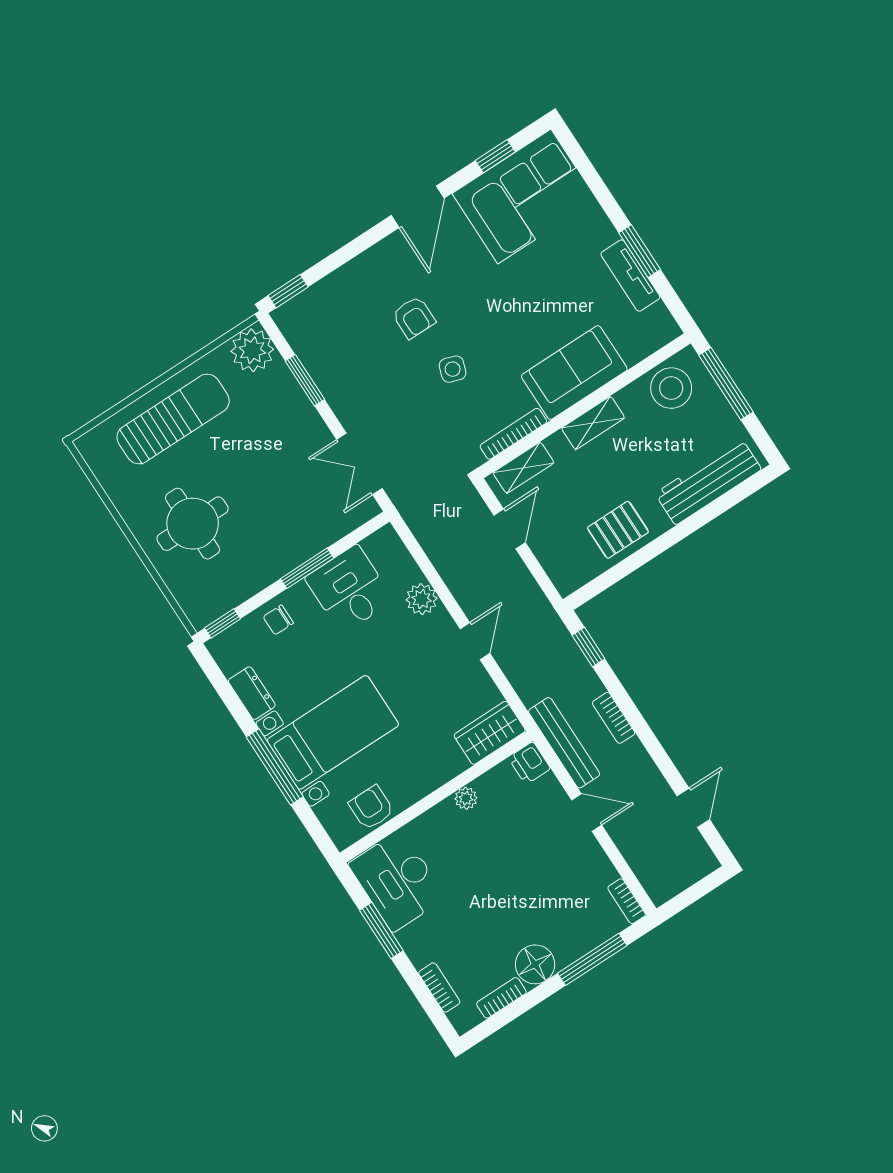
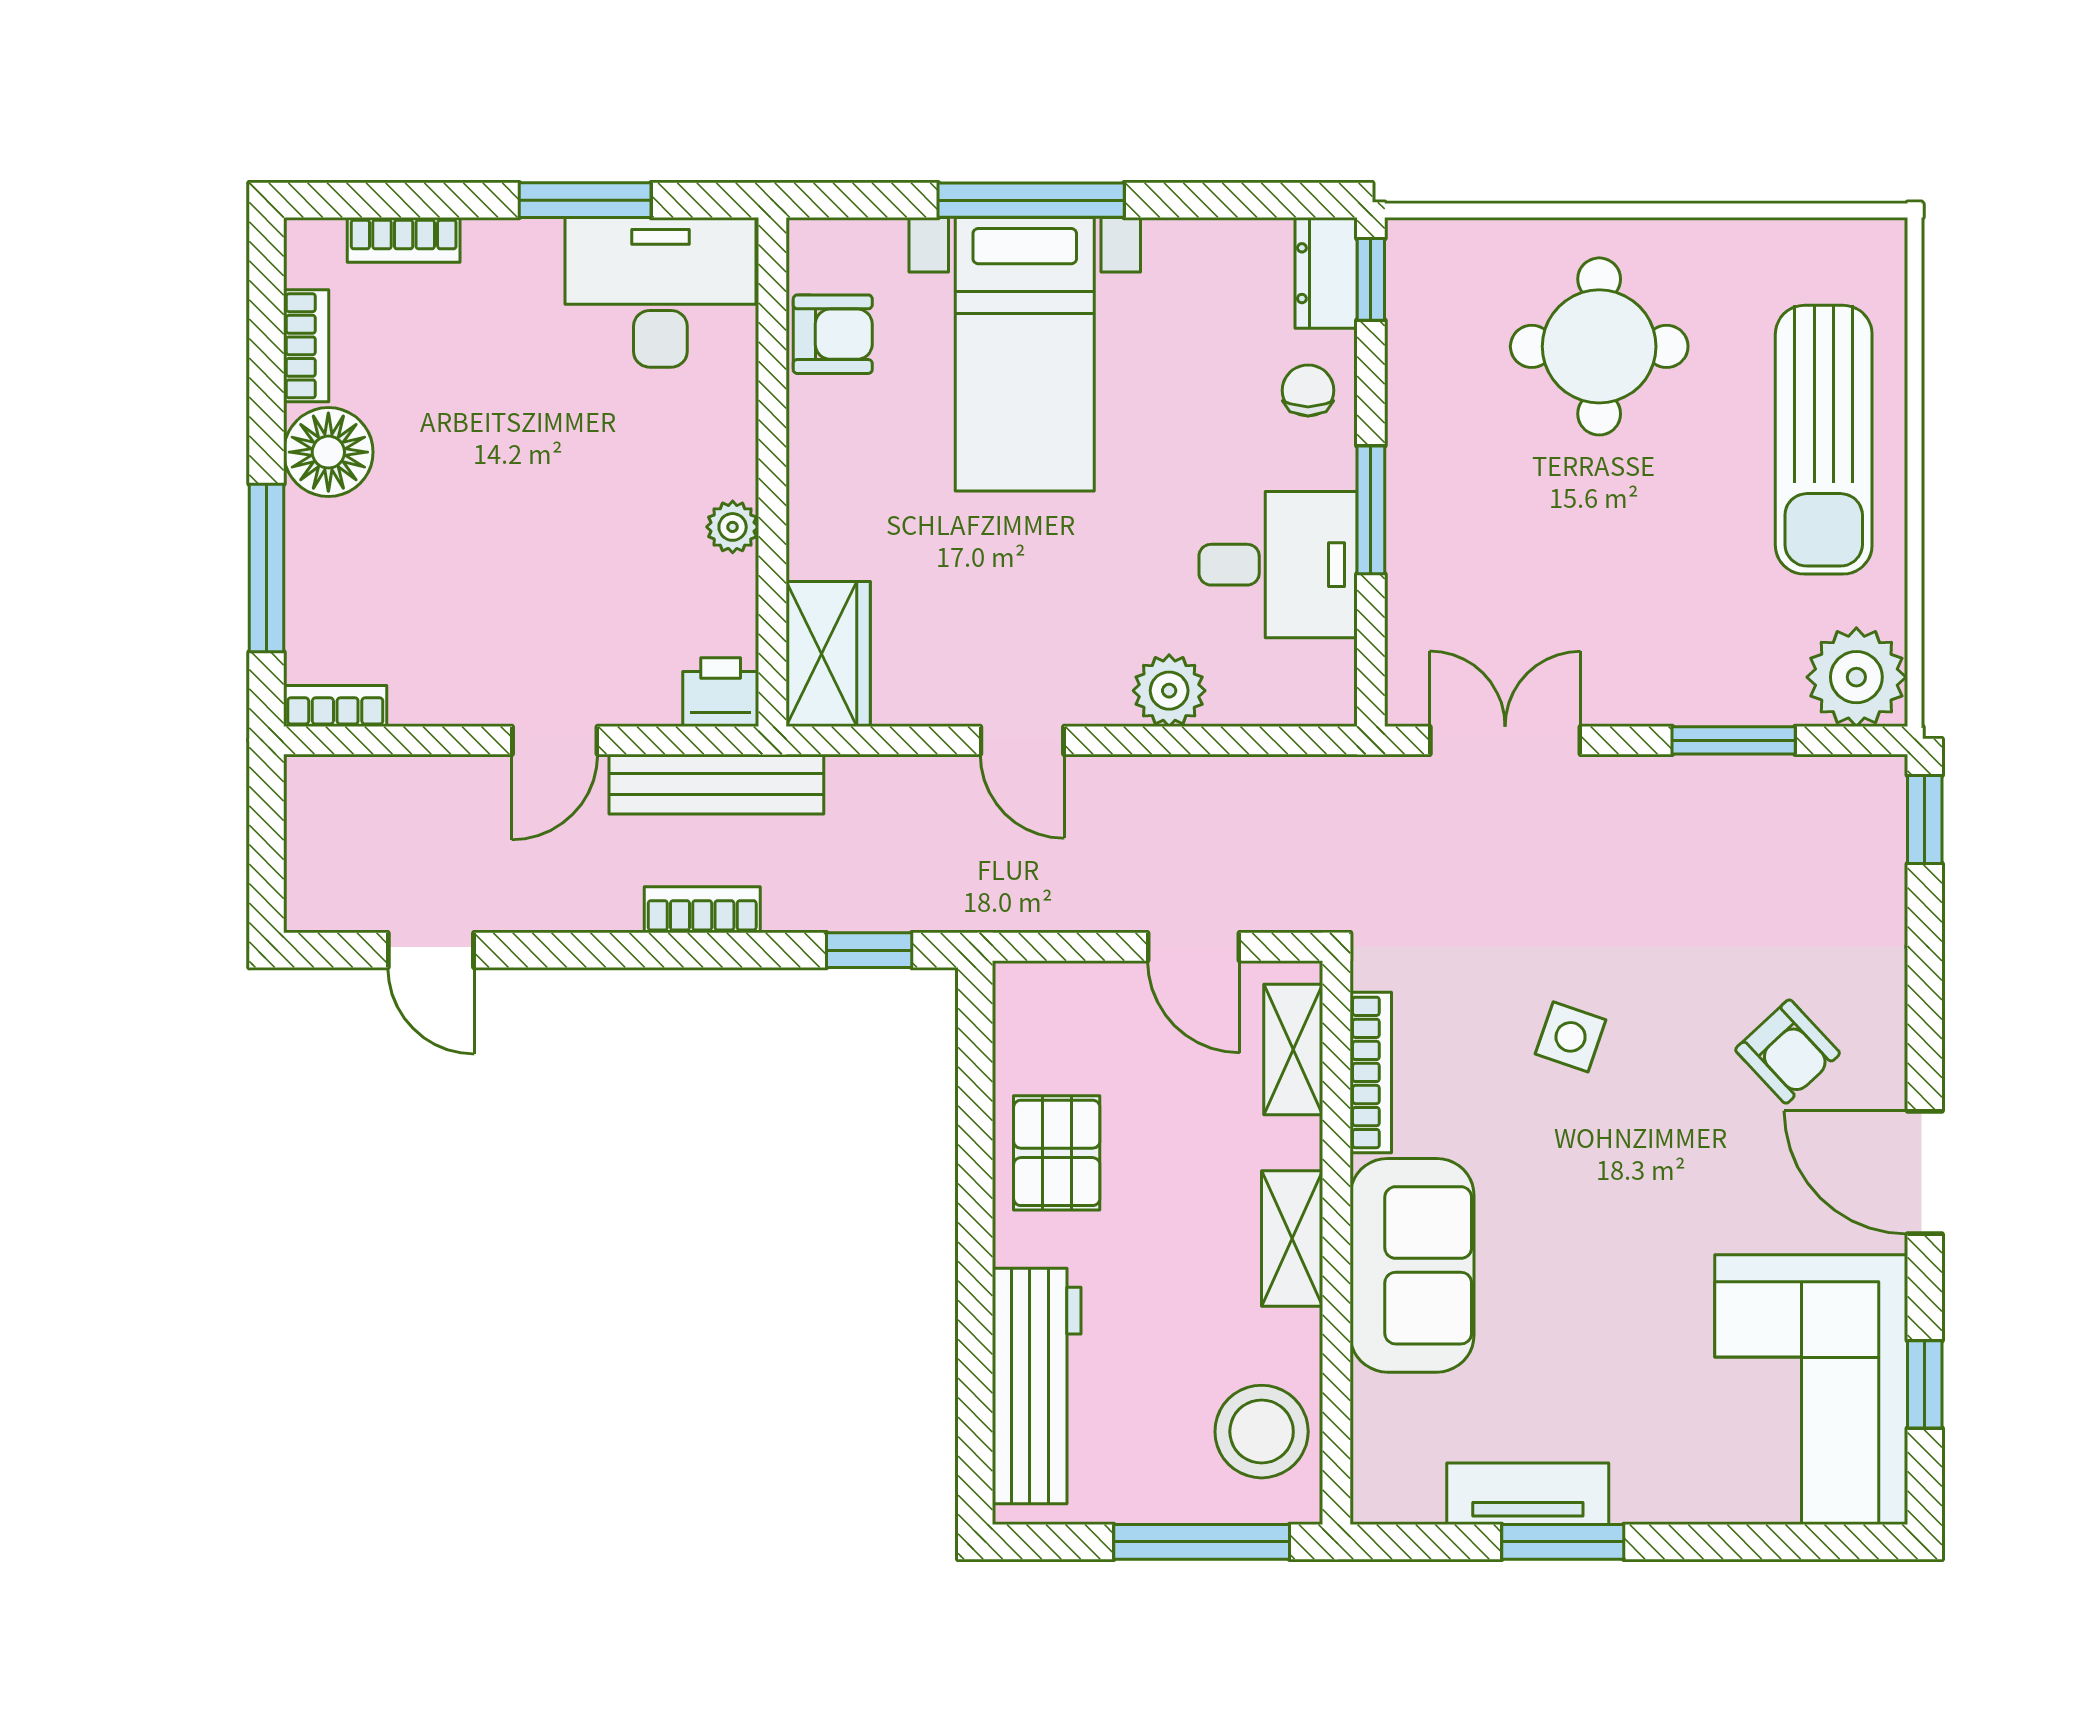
armchair: (414, 317) -> (1788, 1052), moved, turned -133
dresser: (252, 693) -> (1326, 273), moved, turned 90

